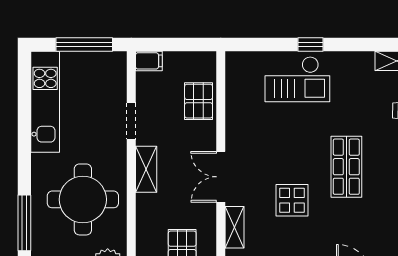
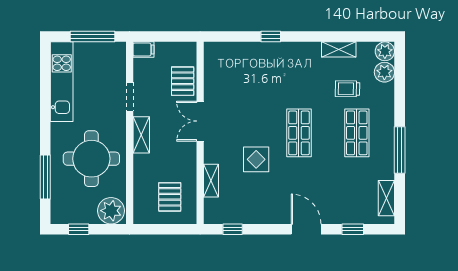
checkout: (297, 79) -> (260, 64), removed
double door: (221, 177) -> (200, 121), moved

